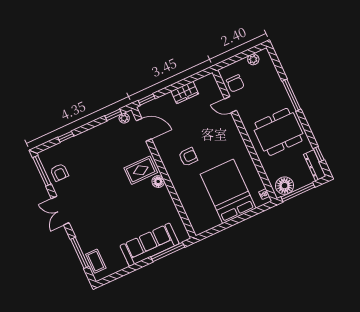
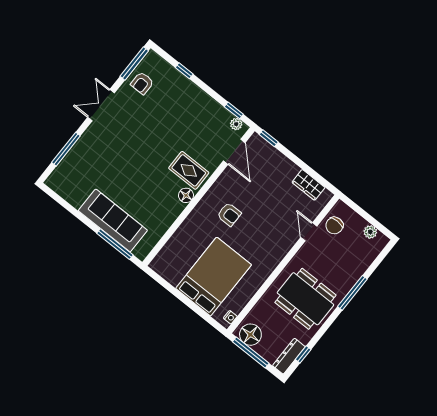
wardrobe: (185, 93) -> (308, 185), moved
coffee table: (96, 261) -> (66, 171), removed

